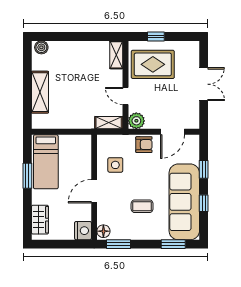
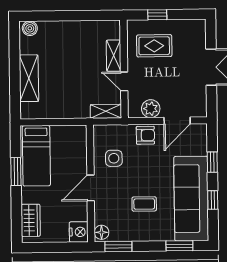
shelving: (116, 55) -> (114, 56), moved
rug: (153, 64) -> (154, 46), width x0.73, depth x0.70
plant: (136, 121) -> (151, 109), moved

